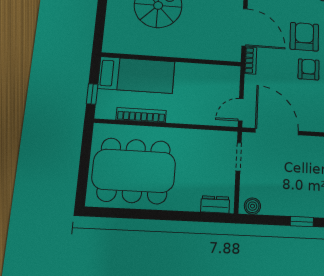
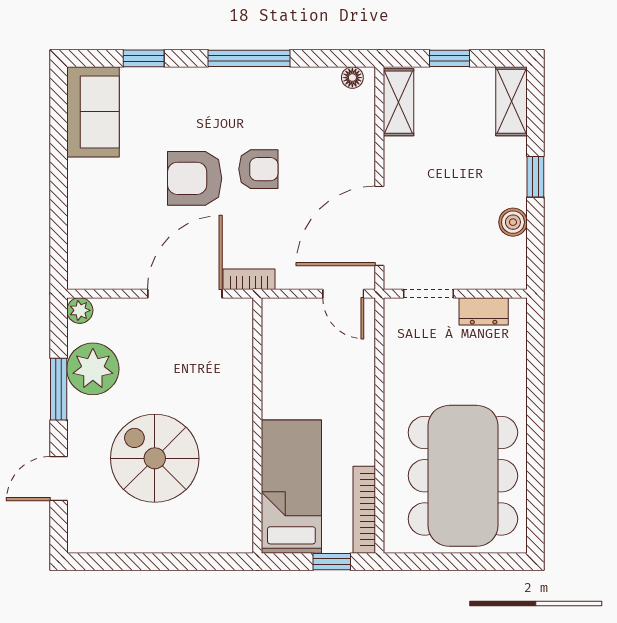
armchair: (309, 69) -> (258, 169), turned 180
bookcase: (141, 115) -> (364, 510), moved
dresser: (215, 204) -> (484, 311), moved, turned -90
boiler: (252, 206) -> (513, 222), moved

